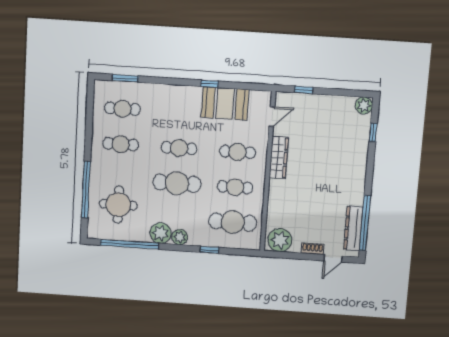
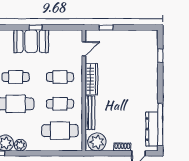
booth: (225, 103) -> (31, 41), moved
plant: (364, 106) -> (152, 36), removed
bench: (274, 201) -> (90, 113), added
window: (209, 250) -> (44, 153), removed

